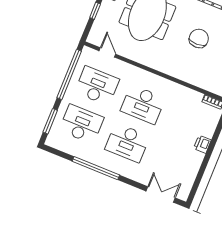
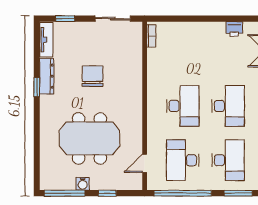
chair: (199, 38) -> (93, 76), turned 90
desk: (81, 124) -> (228, 160), turned 180
printer: (202, 144) -> (234, 29), moved

